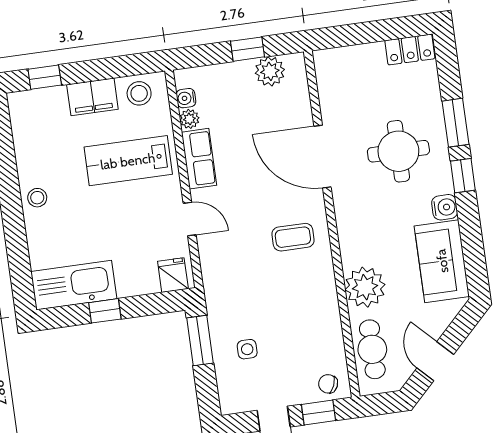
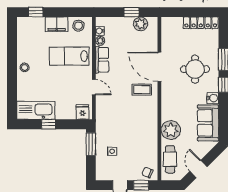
locker: (410, 50) -> (201, 23), width x1.53
coffee table: (293, 237) -> (142, 90), moved

